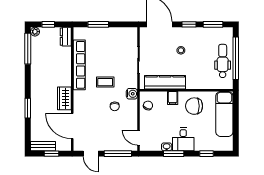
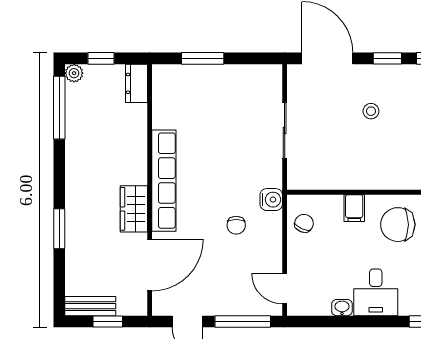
row of seats: (79, 65) -> (164, 181), moved
coffee table: (105, 82) -> (217, 176), removed
kitchen counter: (165, 82) -> (339, 176), removed
door: (72, 126) -> (150, 265), swing flipped
window: (174, 154) -> (356, 322), removed

